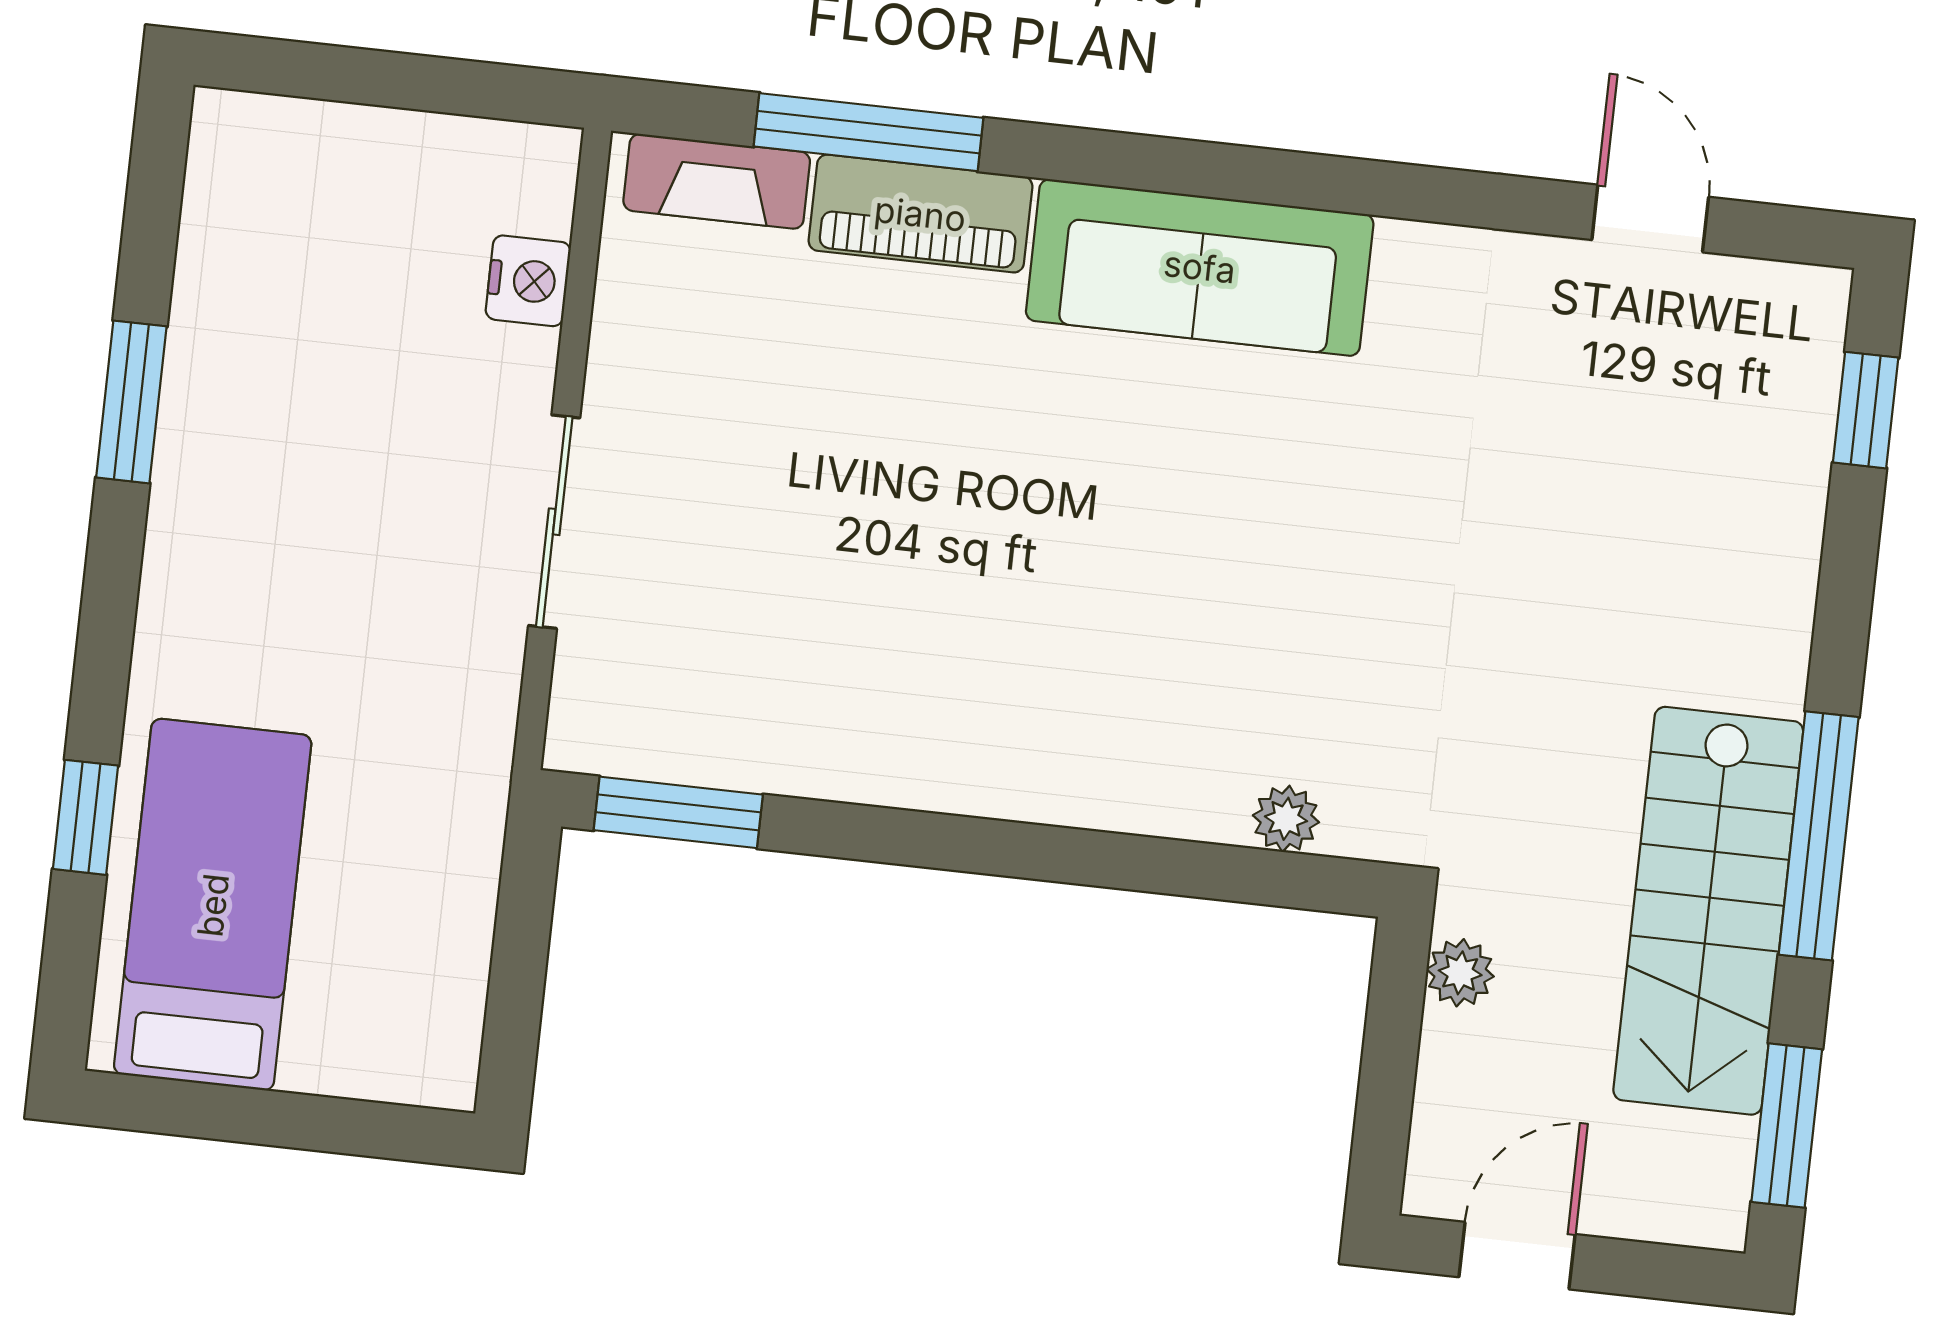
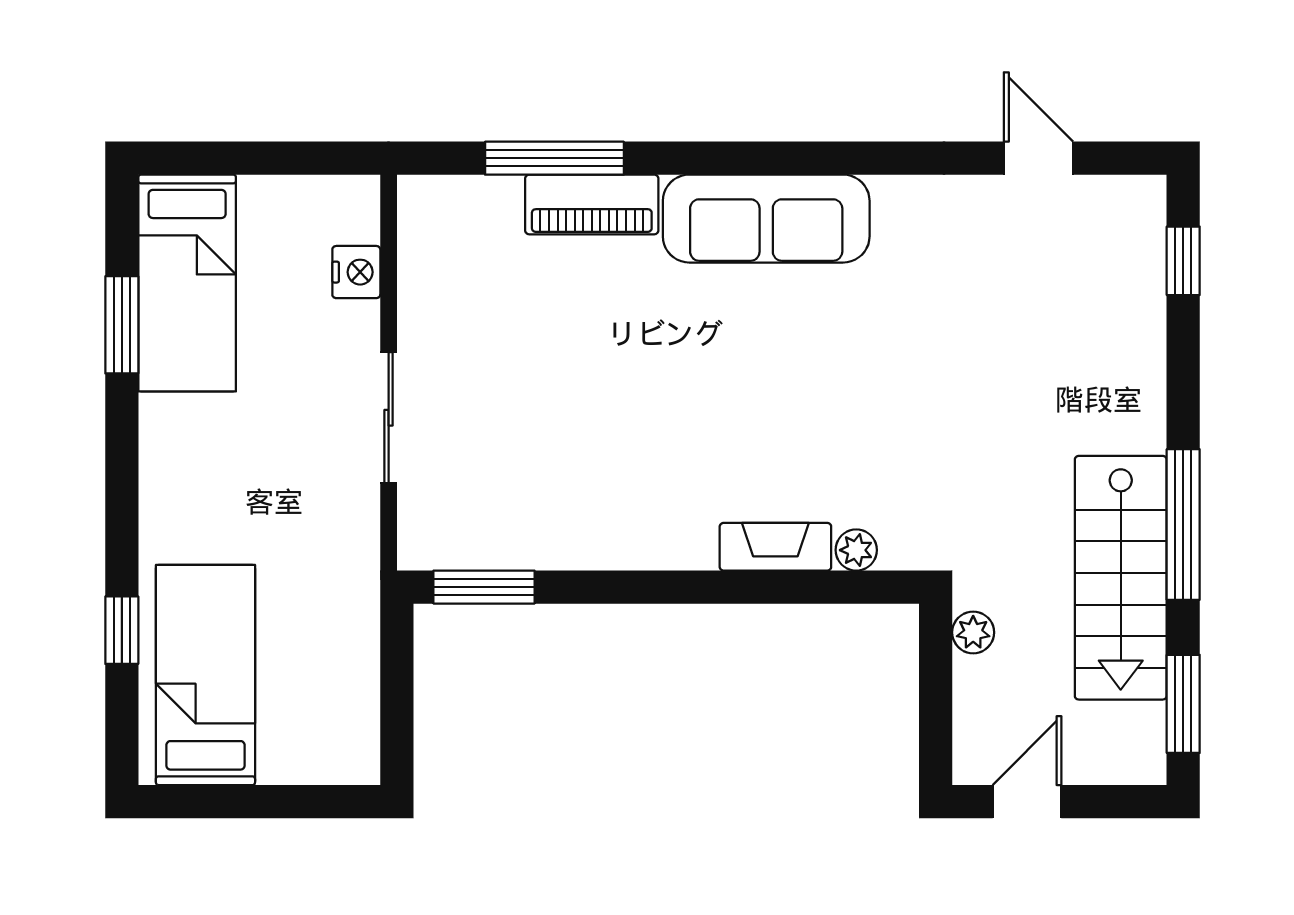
fireplace: (717, 181) -> (775, 547), moved, turned 180
bed: (253, 268) -> (187, 283), added
window: (131, 402) -> (122, 325), moved

